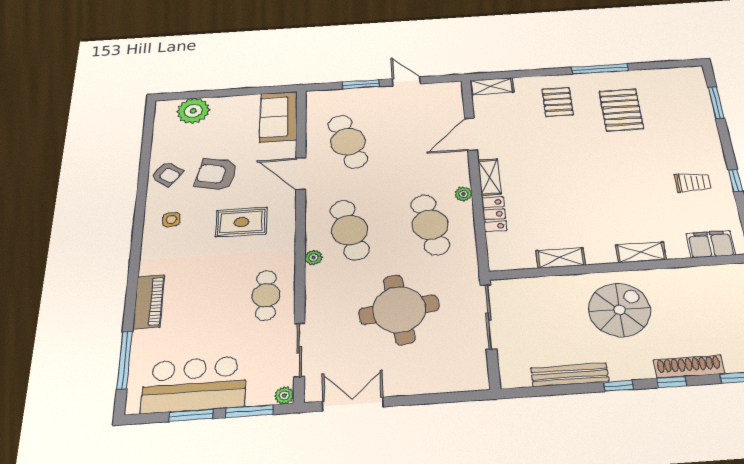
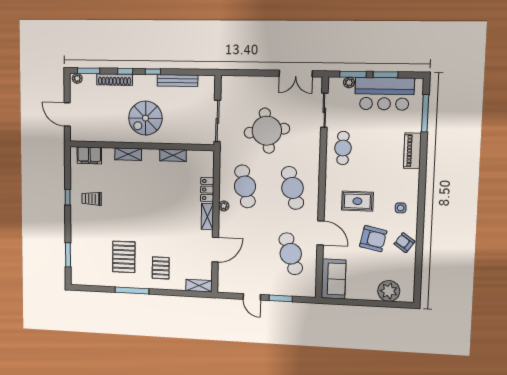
plant: (313, 258) -> (315, 171), removed
plant: (284, 395) -> (349, 82), moved

